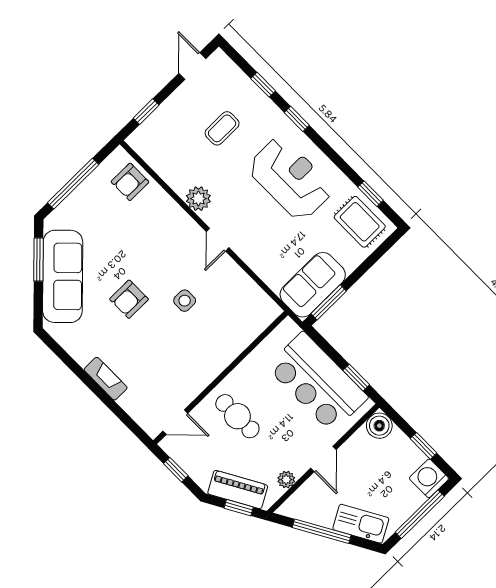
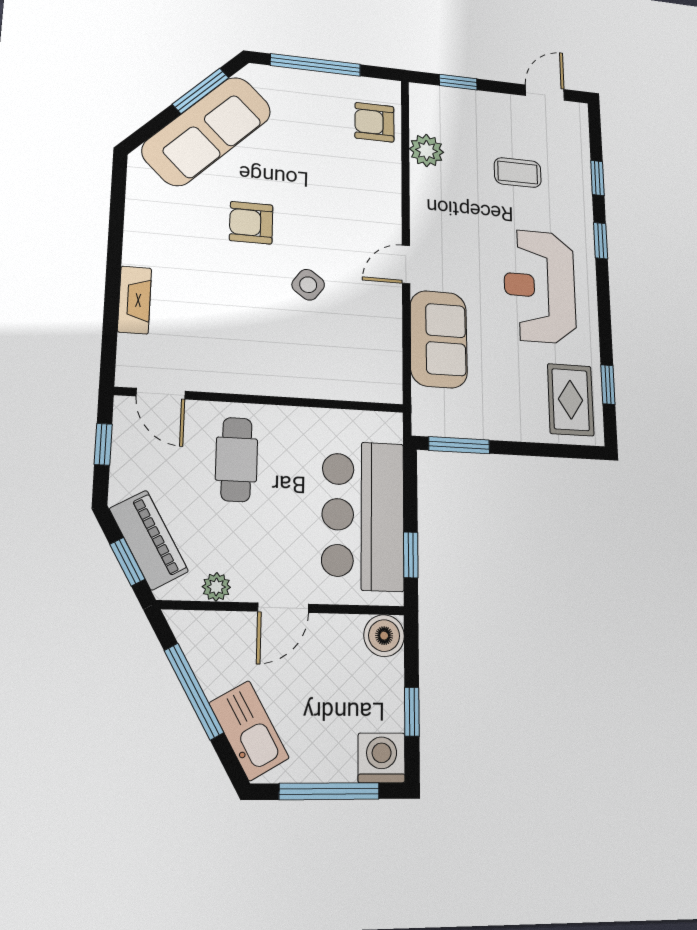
reception desk: (290, 179) -> (540, 286), turned 180
plant: (198, 199) -> (427, 151), moved
sofa: (313, 285) -> (439, 339), moved, turned 90
side table: (185, 301) -> (308, 285), turned 36
fireplace: (106, 379) -> (135, 300), moved

